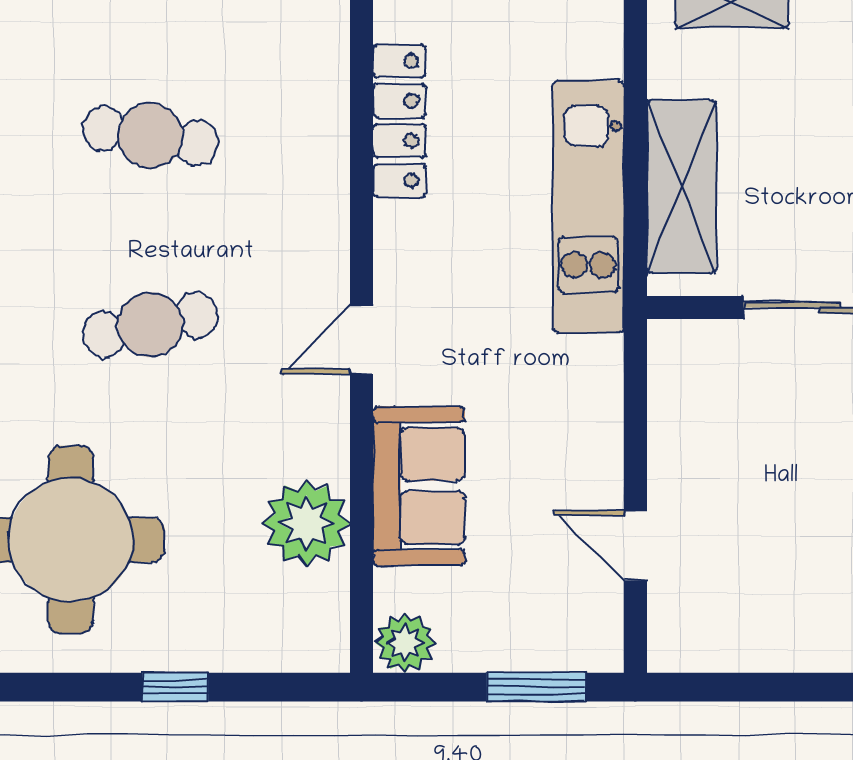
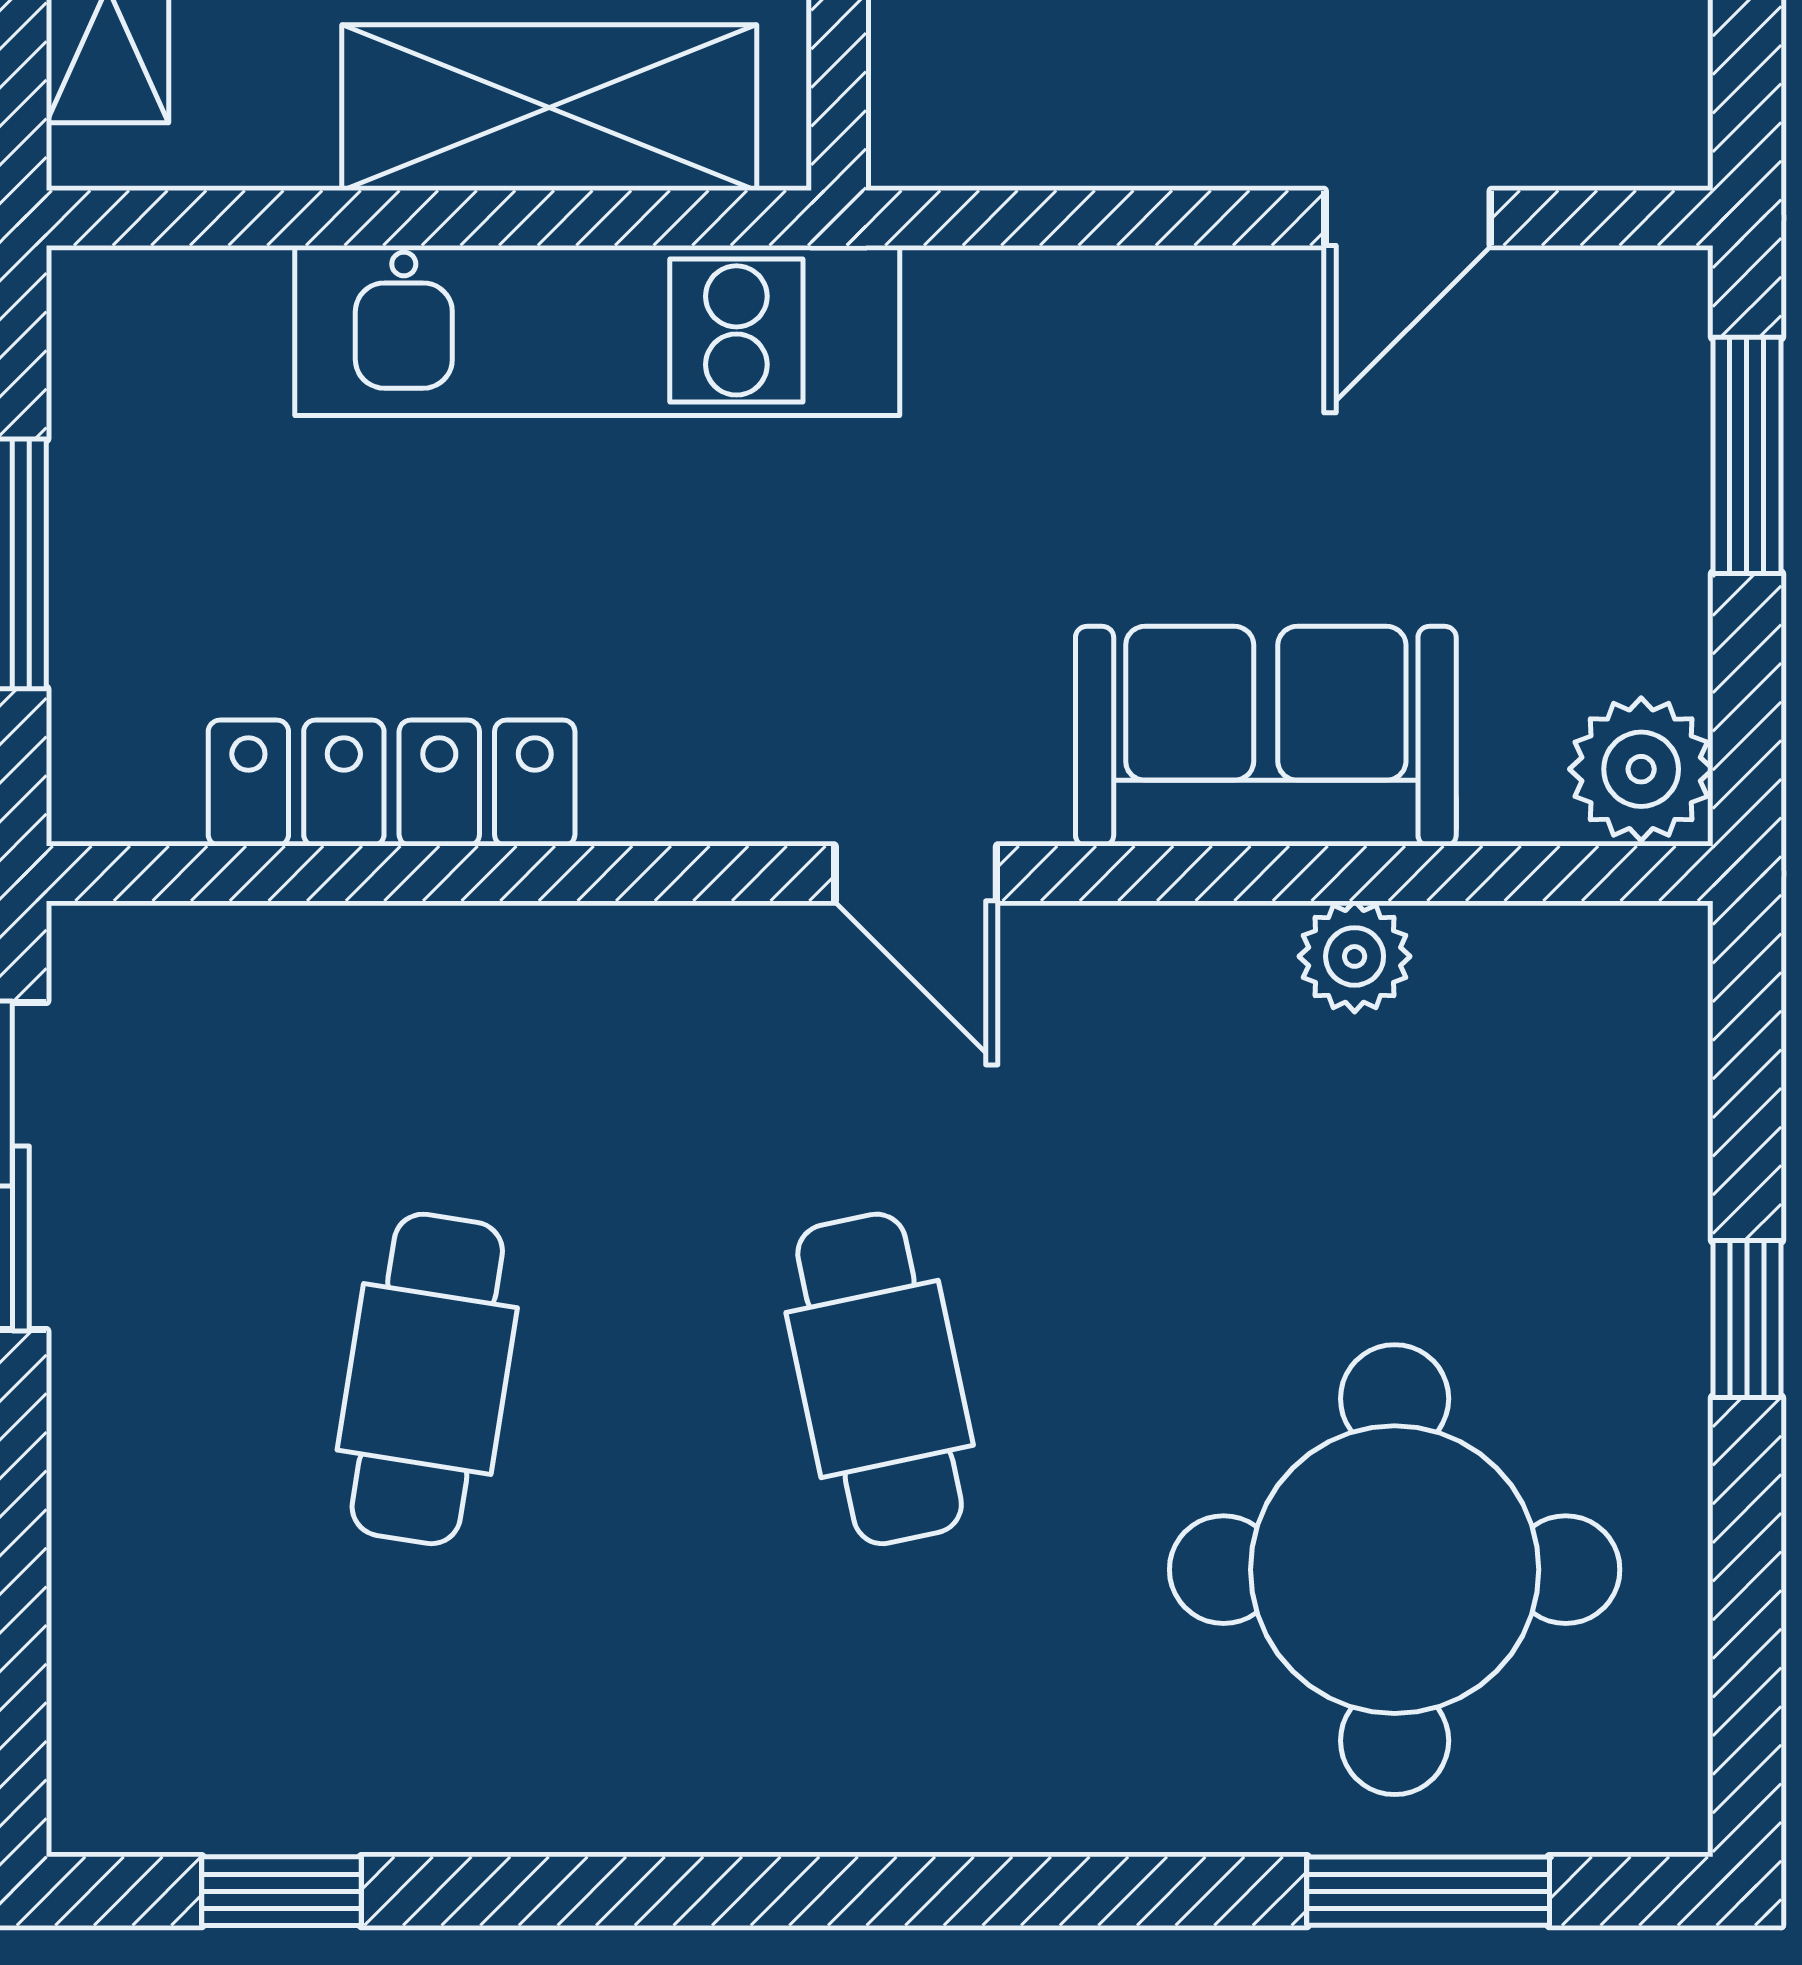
plant: (306, 523) -> (1355, 956), width x0.53, depth x0.53

